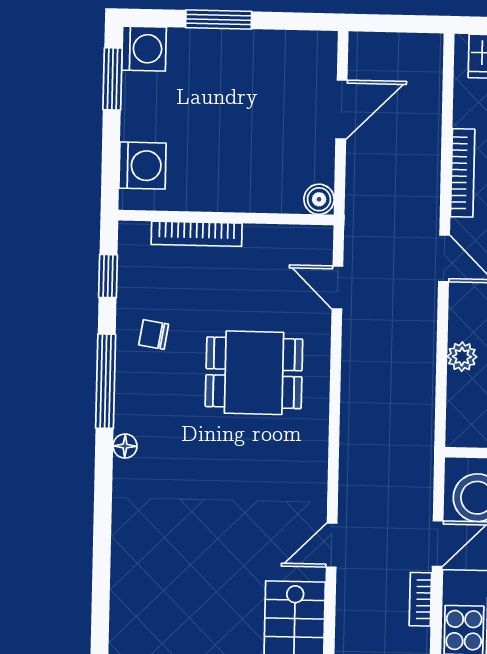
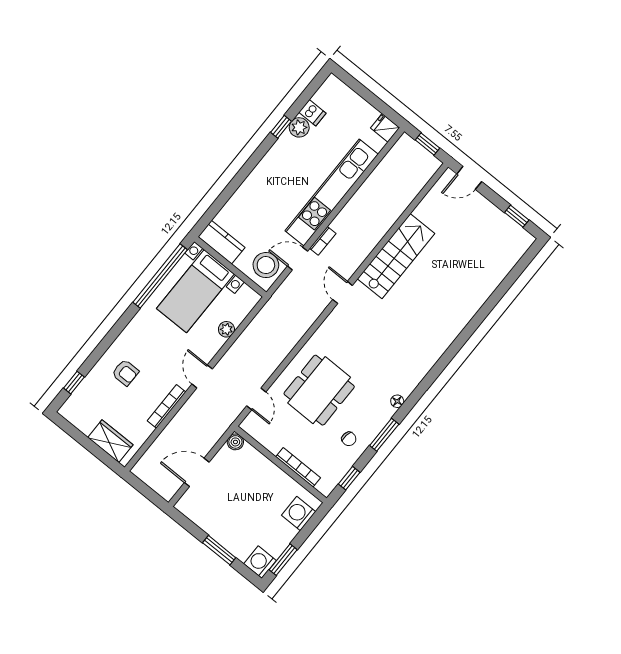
dining table: (254, 373) -> (319, 390), width x1.37
window: (106, 381) -> (384, 435), width x0.69
door: (332, 545) -> (343, 292), swing flipped

